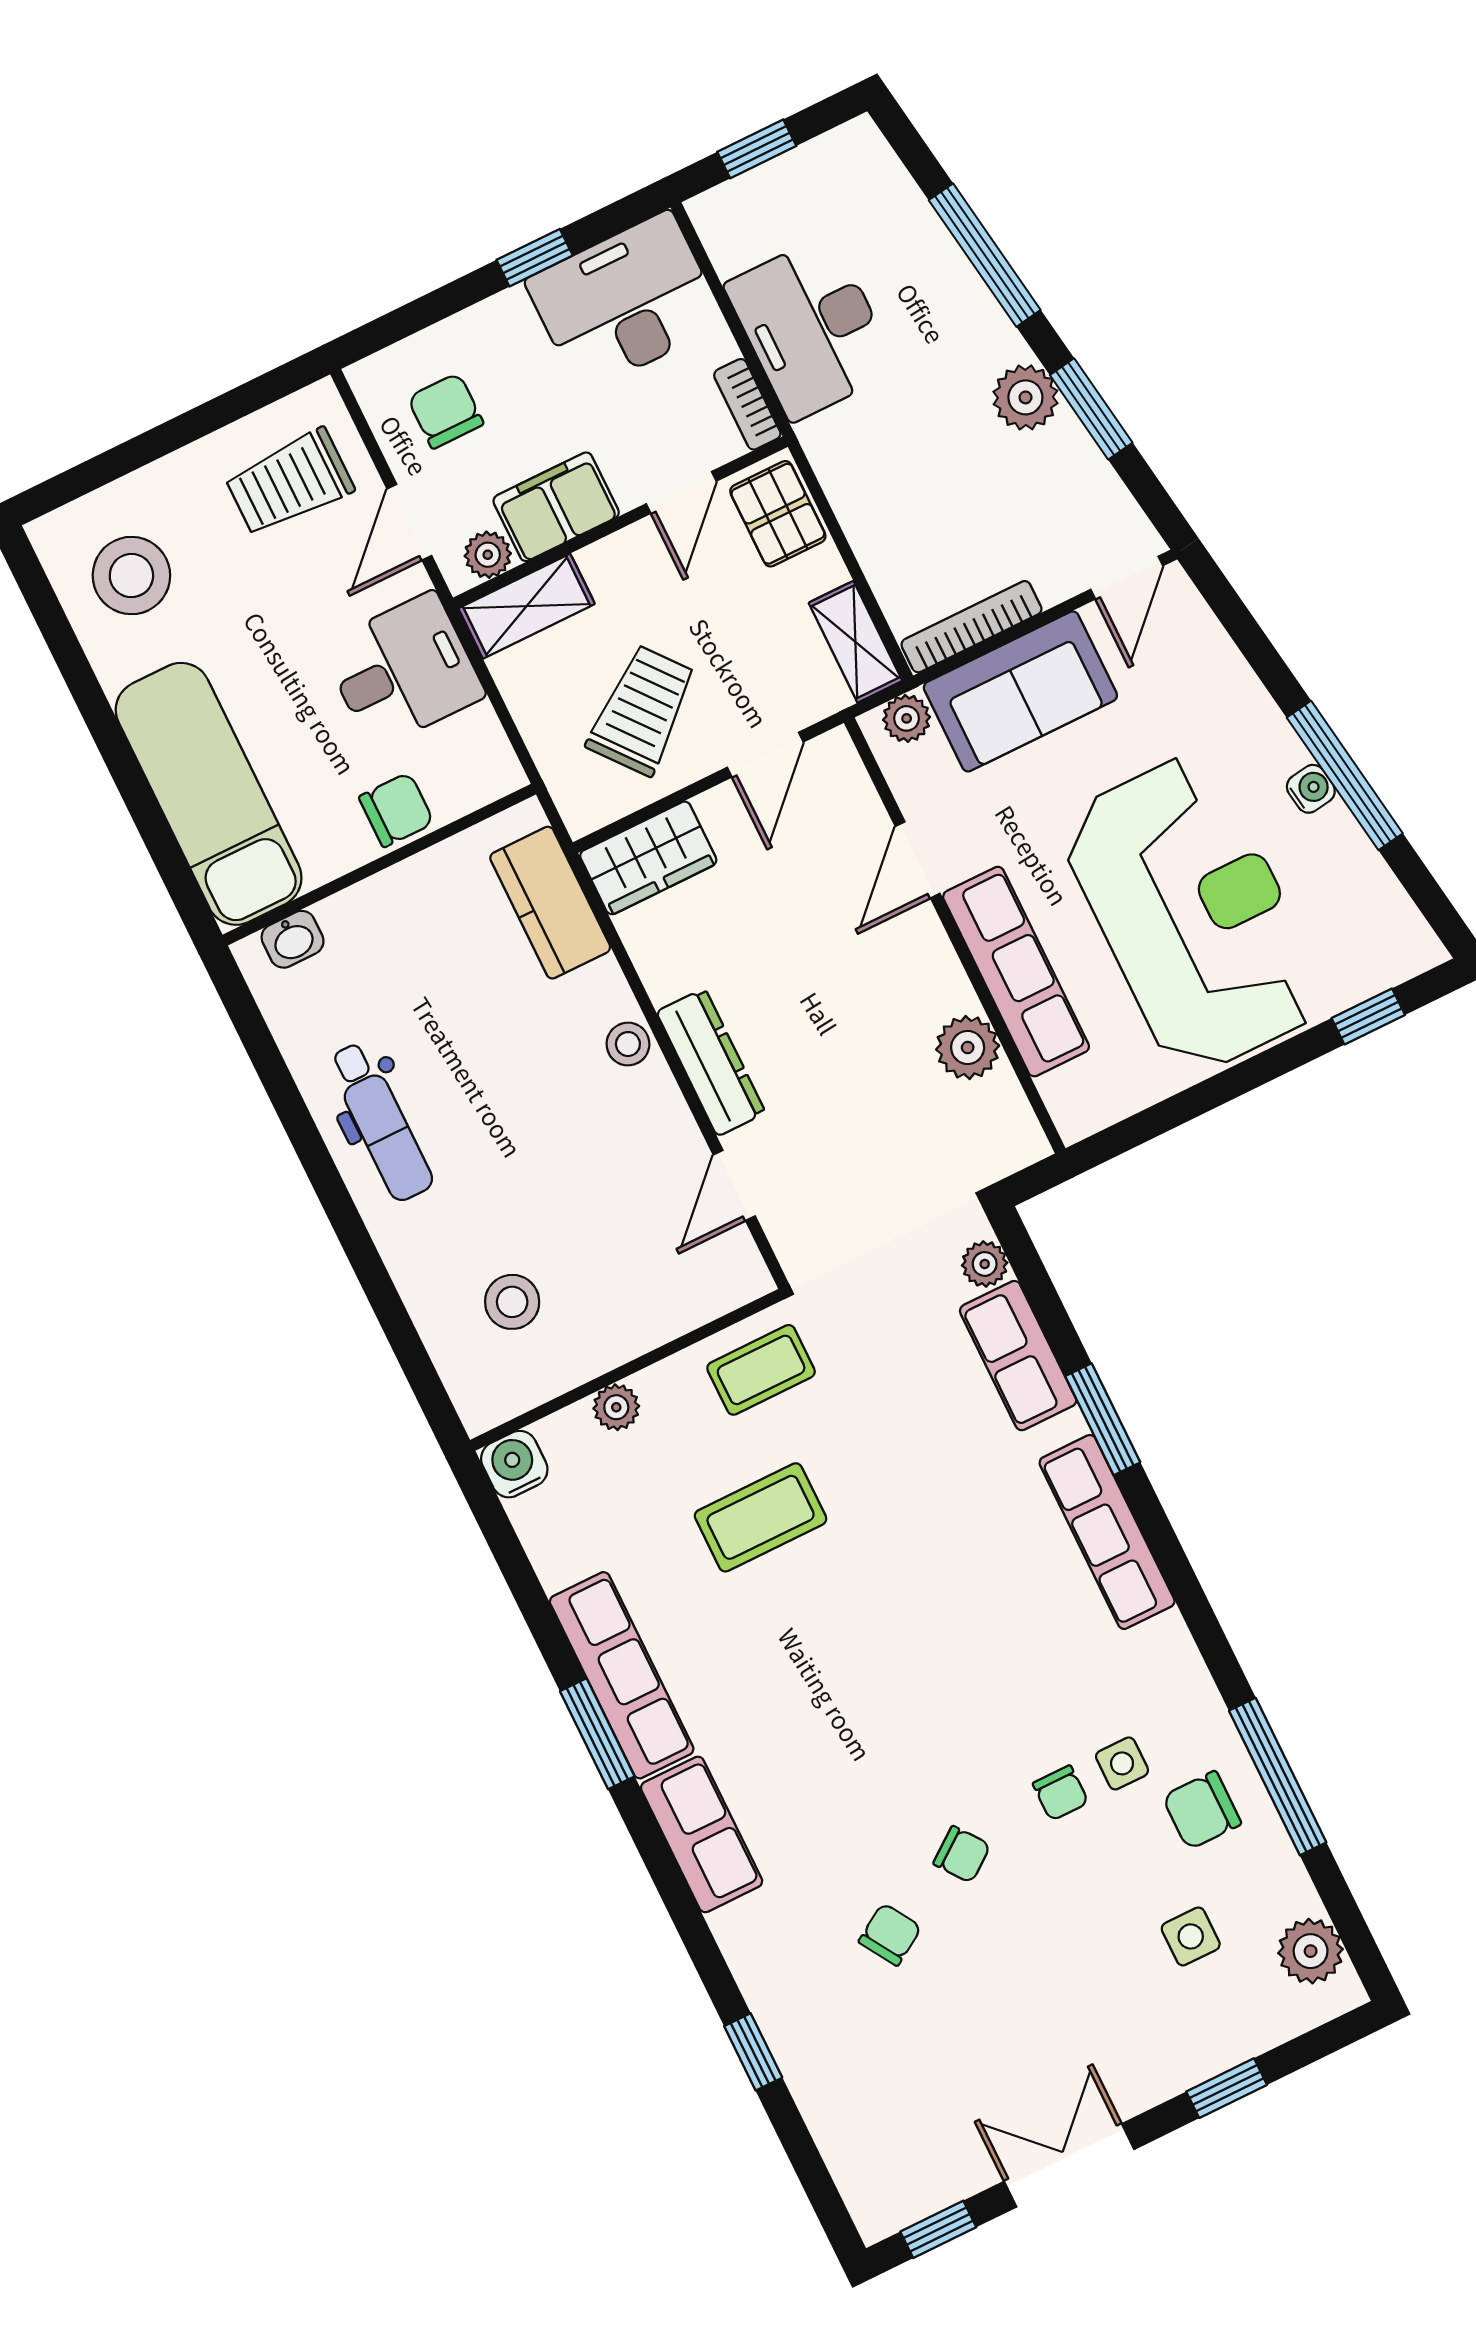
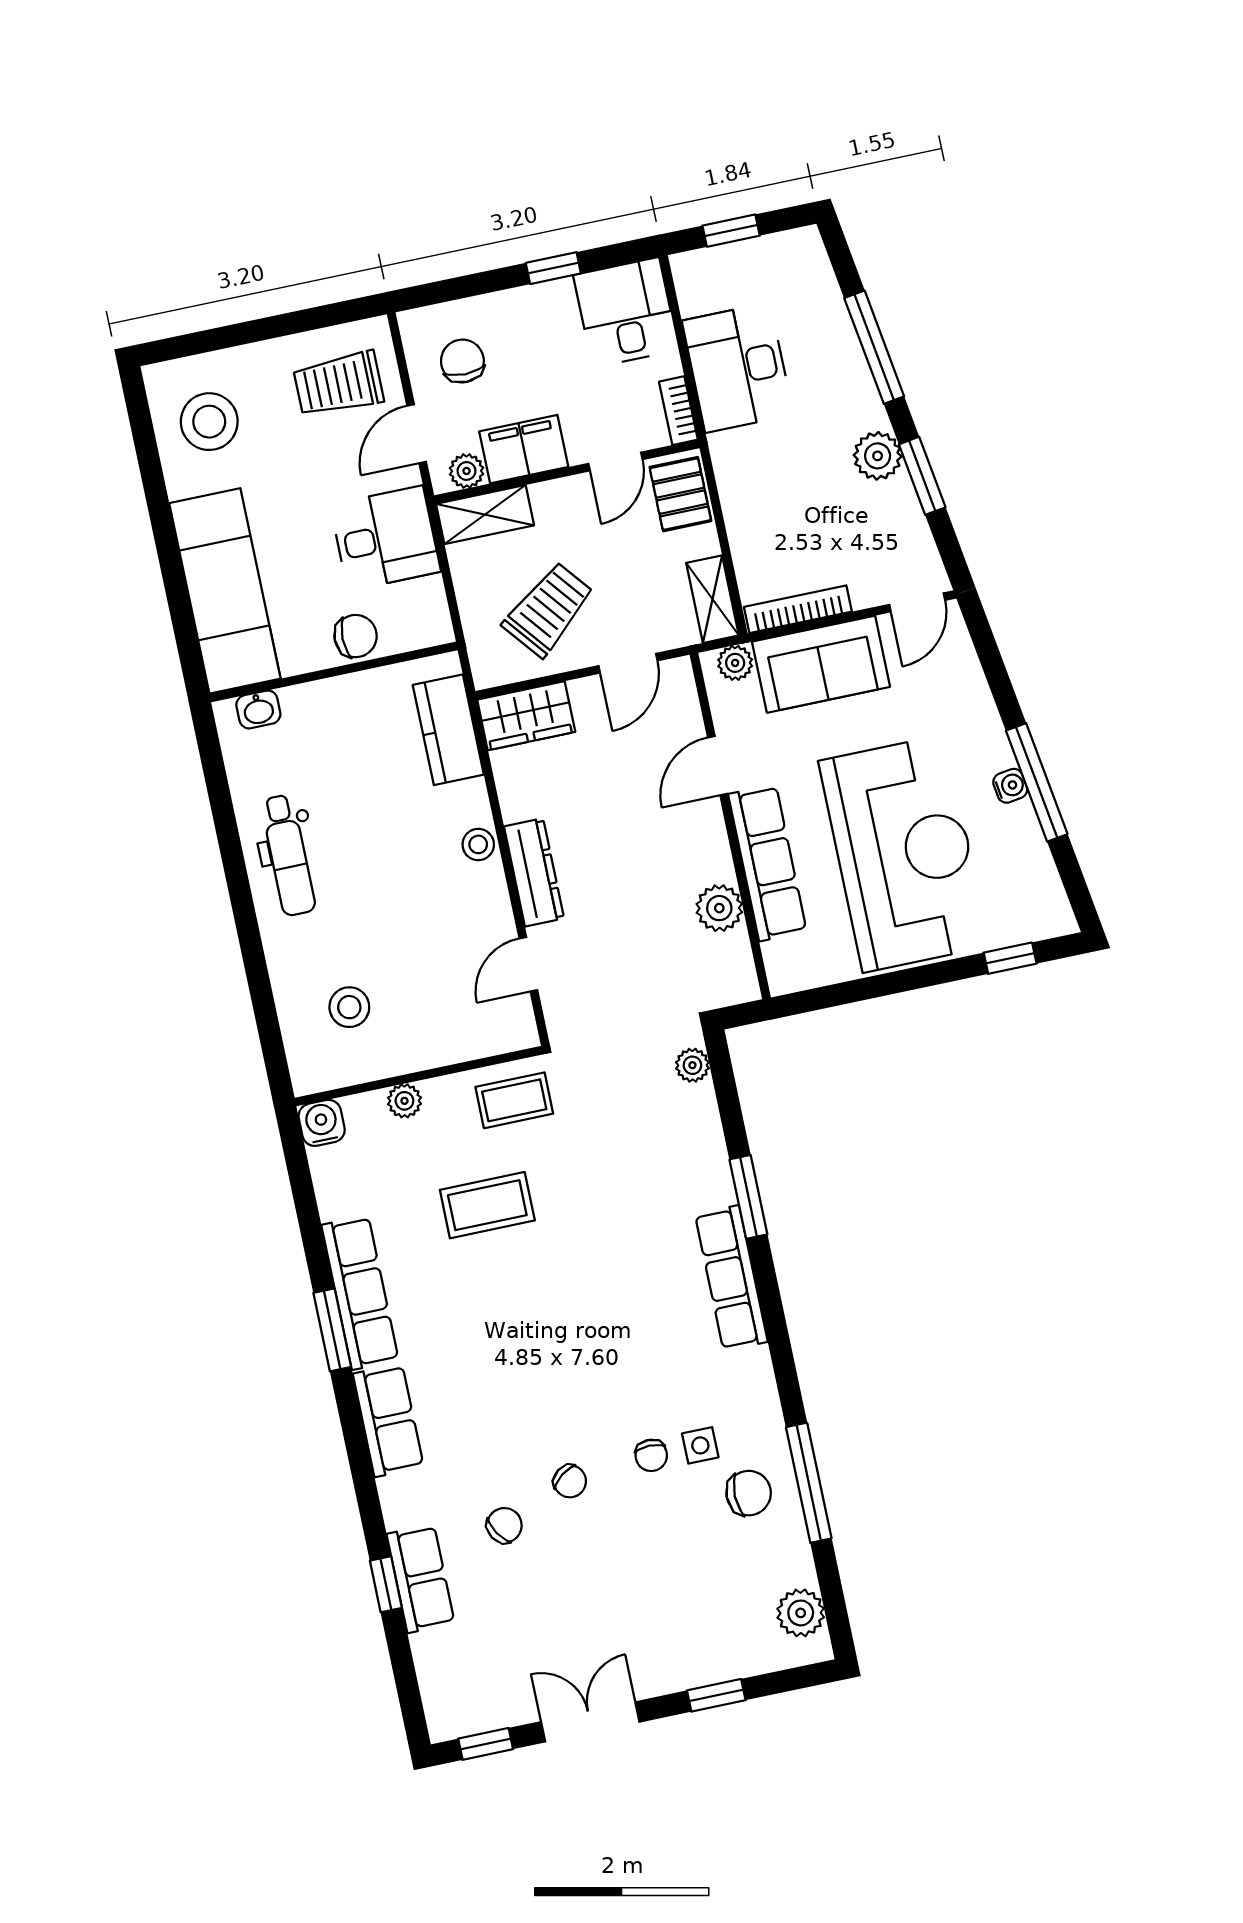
desk: (625, 302) -> (626, 312), width x0.73
row of seats: (1018, 1356) -> (421, 1579), moved, turned 180
chair: (1202, 1810) -> (749, 1493), turned 180
side table: (1191, 1936) -> (718, 1581), removed

